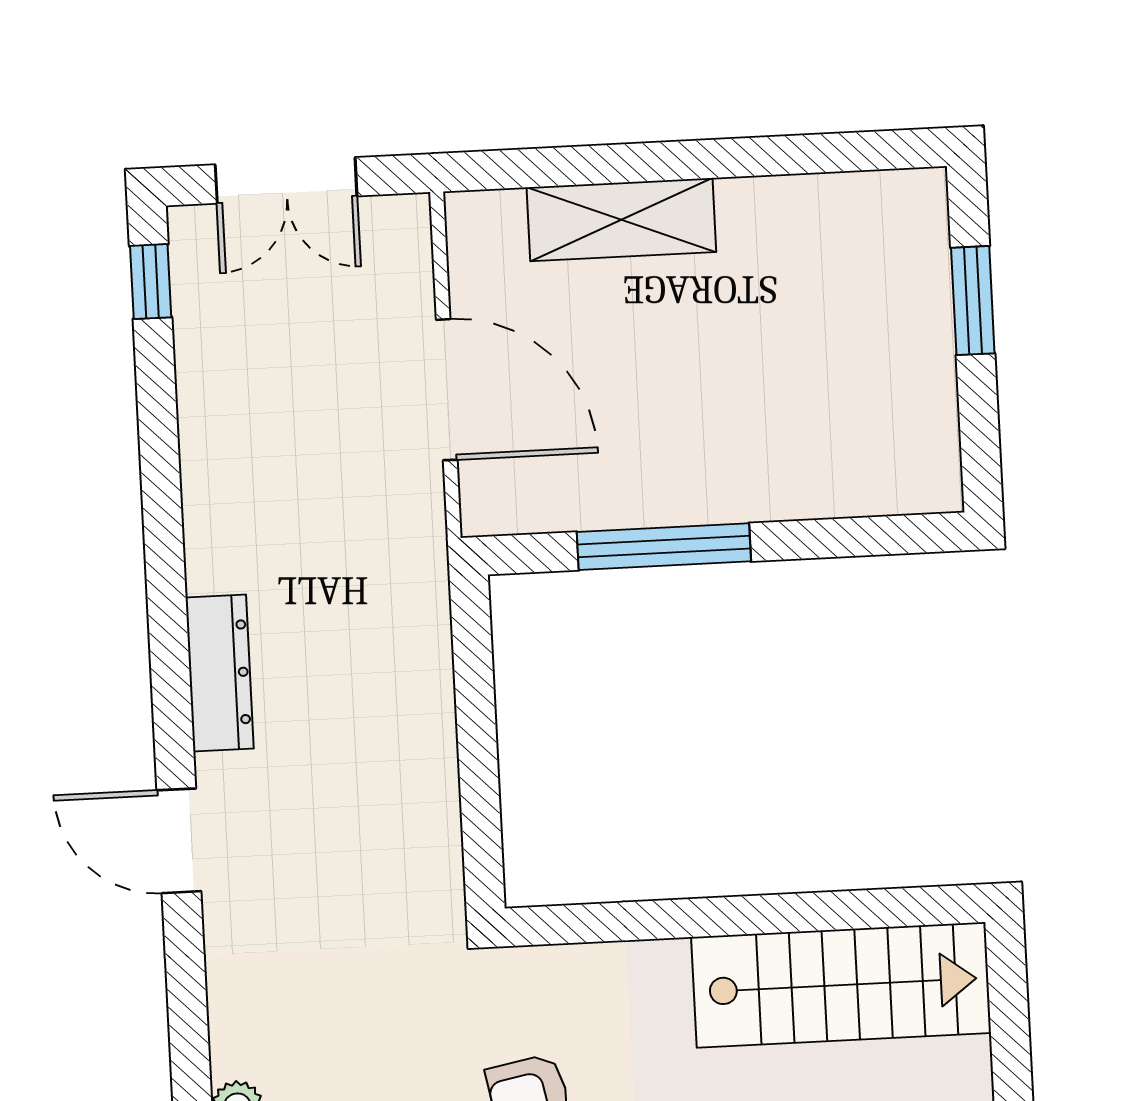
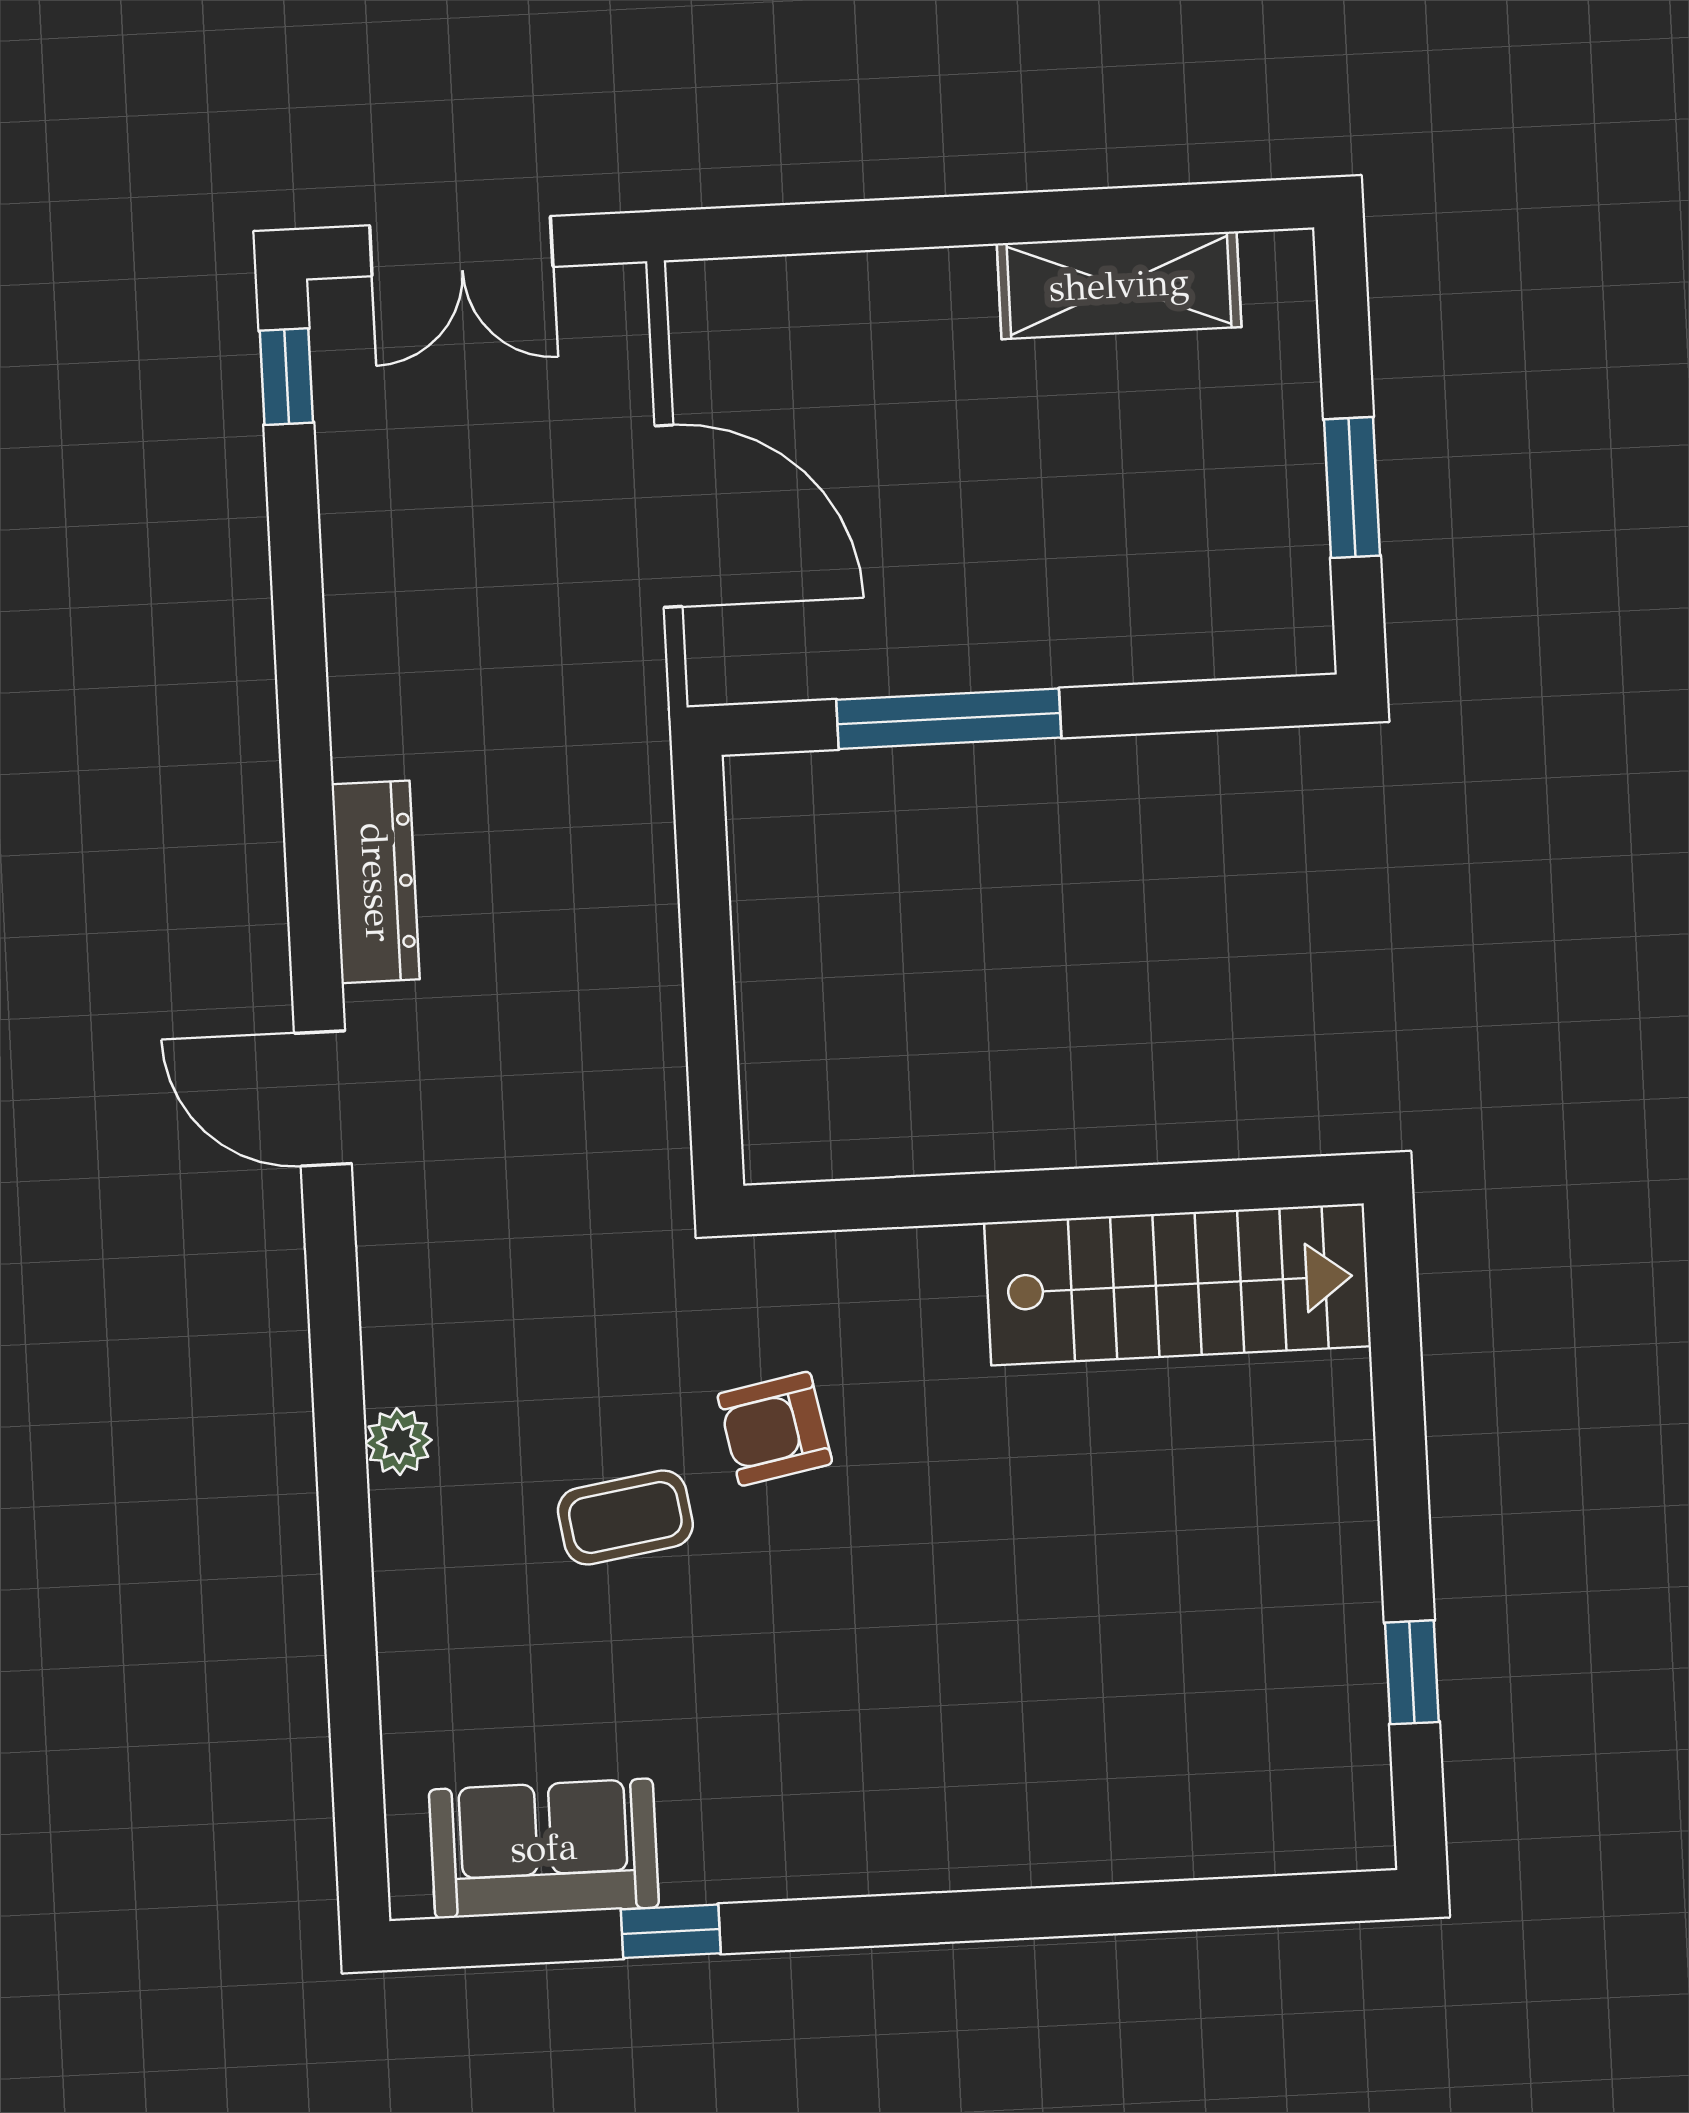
shelving: (621, 220) -> (1119, 285), moved
window: (973, 301) -> (1352, 488), moved

